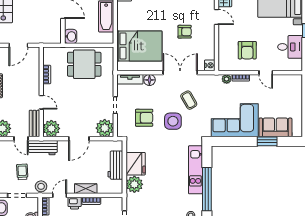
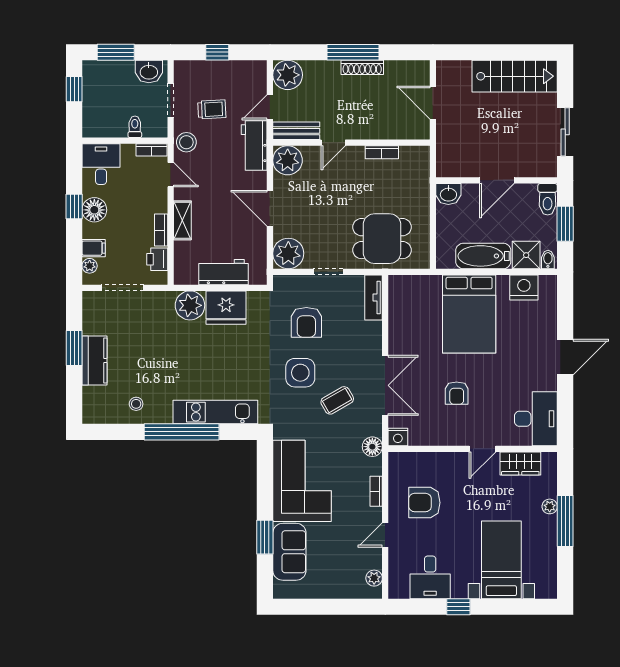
bed: (139, 46) -> (469, 314), moved
dining table: (84, 64) -> (382, 239), moved, turned 90
plant: (227, 79) -> (374, 578), moved
floor lamp: (149, 80) -> (372, 447), moved
printer: (75, 203) -> (157, 259), moved

